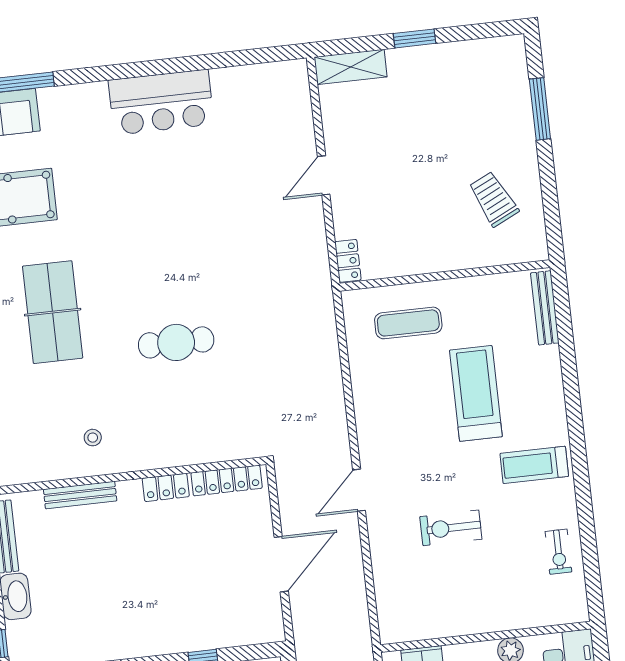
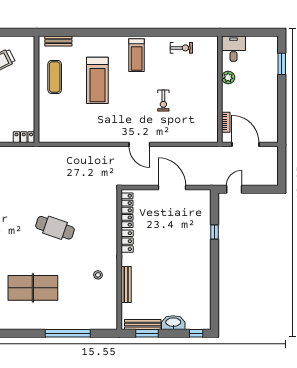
bench: (545, 308) -> (58, 41), width x0.73
exercise mat: (408, 323) -> (55, 77), moved
cafe table: (176, 342) -> (55, 228), turned -71
treadmill: (476, 393) -> (97, 80), turned -90
exercise bike: (451, 528) -> (163, 100), width x0.73, depth x0.72

